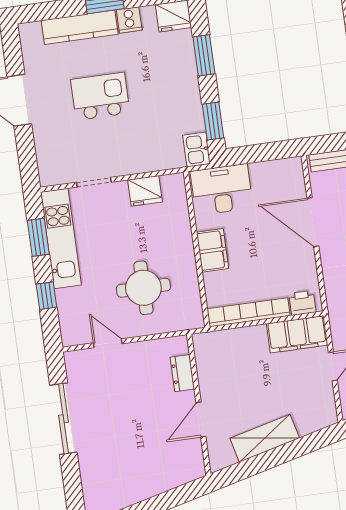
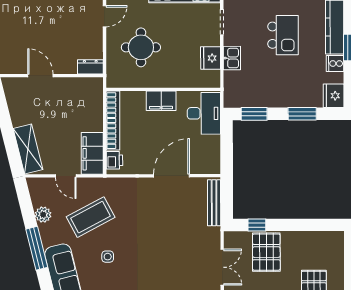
kitchen sink: (197, 150) -> (232, 58), moved, turned 90
dresser: (182, 373) -> (90, 67), moved
shelving: (265, 438) -> (28, 149), moved

